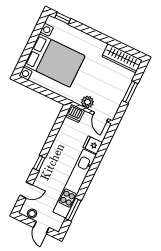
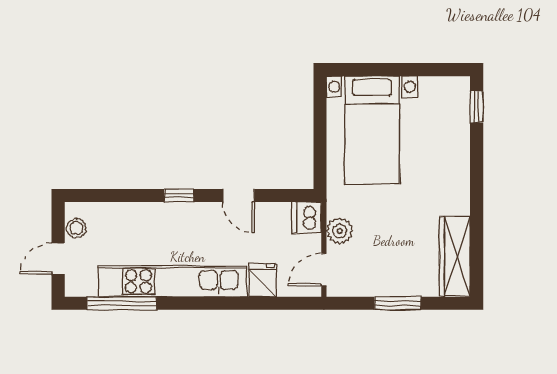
bed with nightstands: (55, 61) -> (372, 130), width x0.73
door: (26, 190) -> (239, 195), moved
window: (73, 210) -> (122, 303), width x1.44

